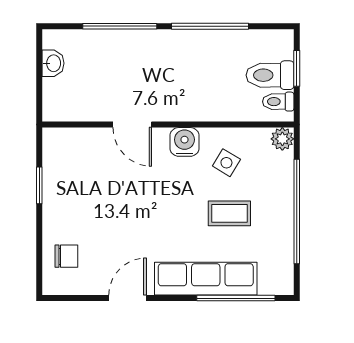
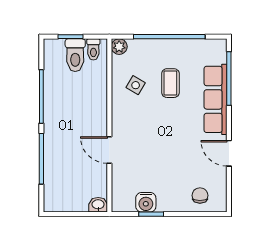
washbasin: (53, 63) -> (98, 205), moved
door: (132, 125) -> (109, 150), swing flipped
water cooler: (184, 142) -> (146, 202), moved, turned -90

